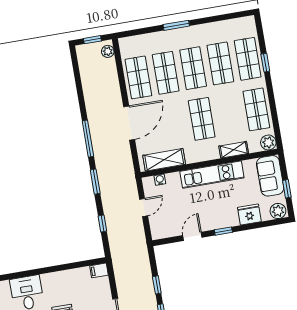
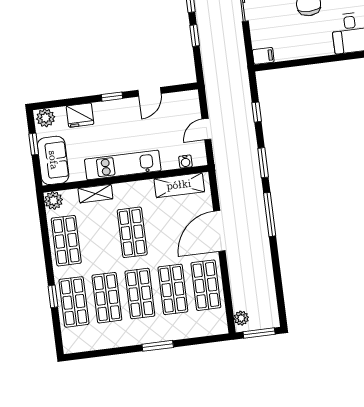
window: (92, 40) -> (259, 333), width x1.50

